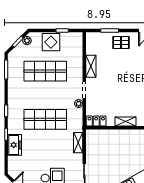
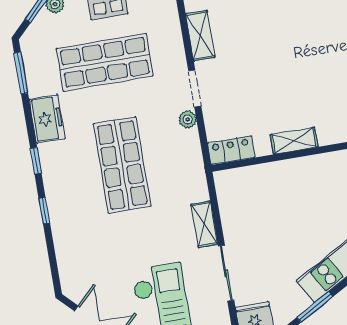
shop shelf: (45, 119) -> (122, 165), turned 90
shelving: (78, 143) -> (204, 224), moved
freezer: (14, 145) -> (47, 119), moved

